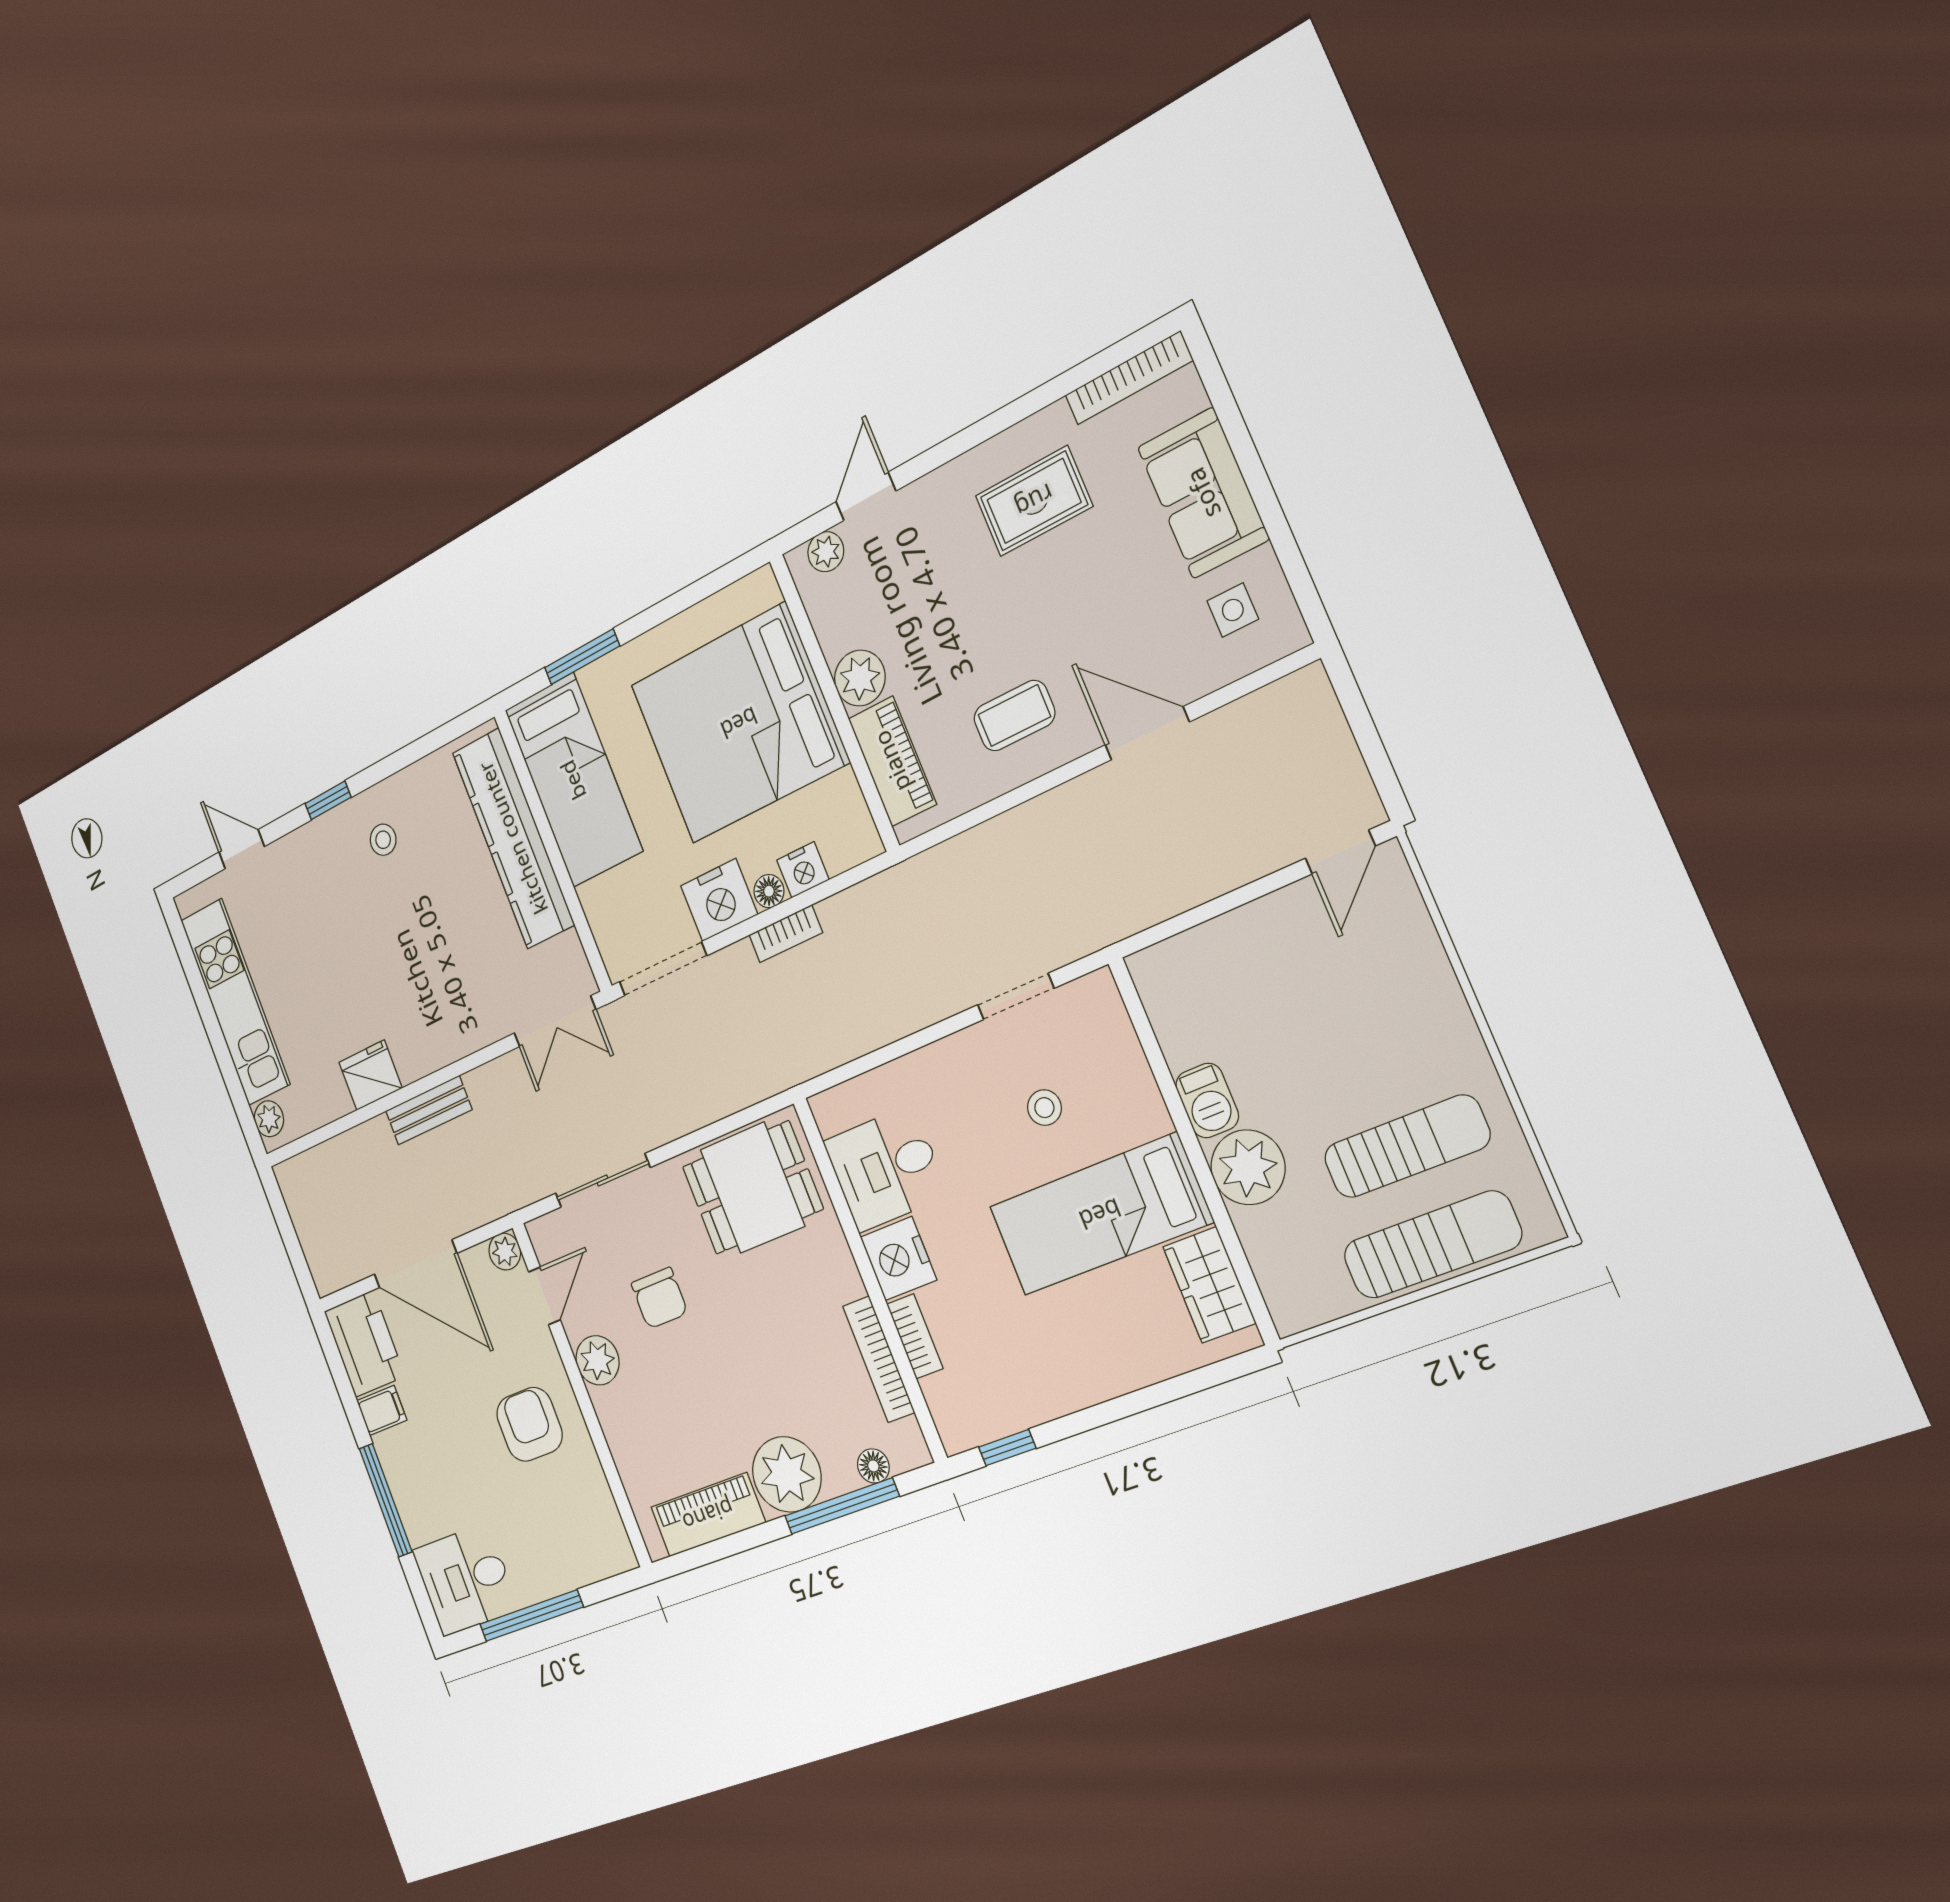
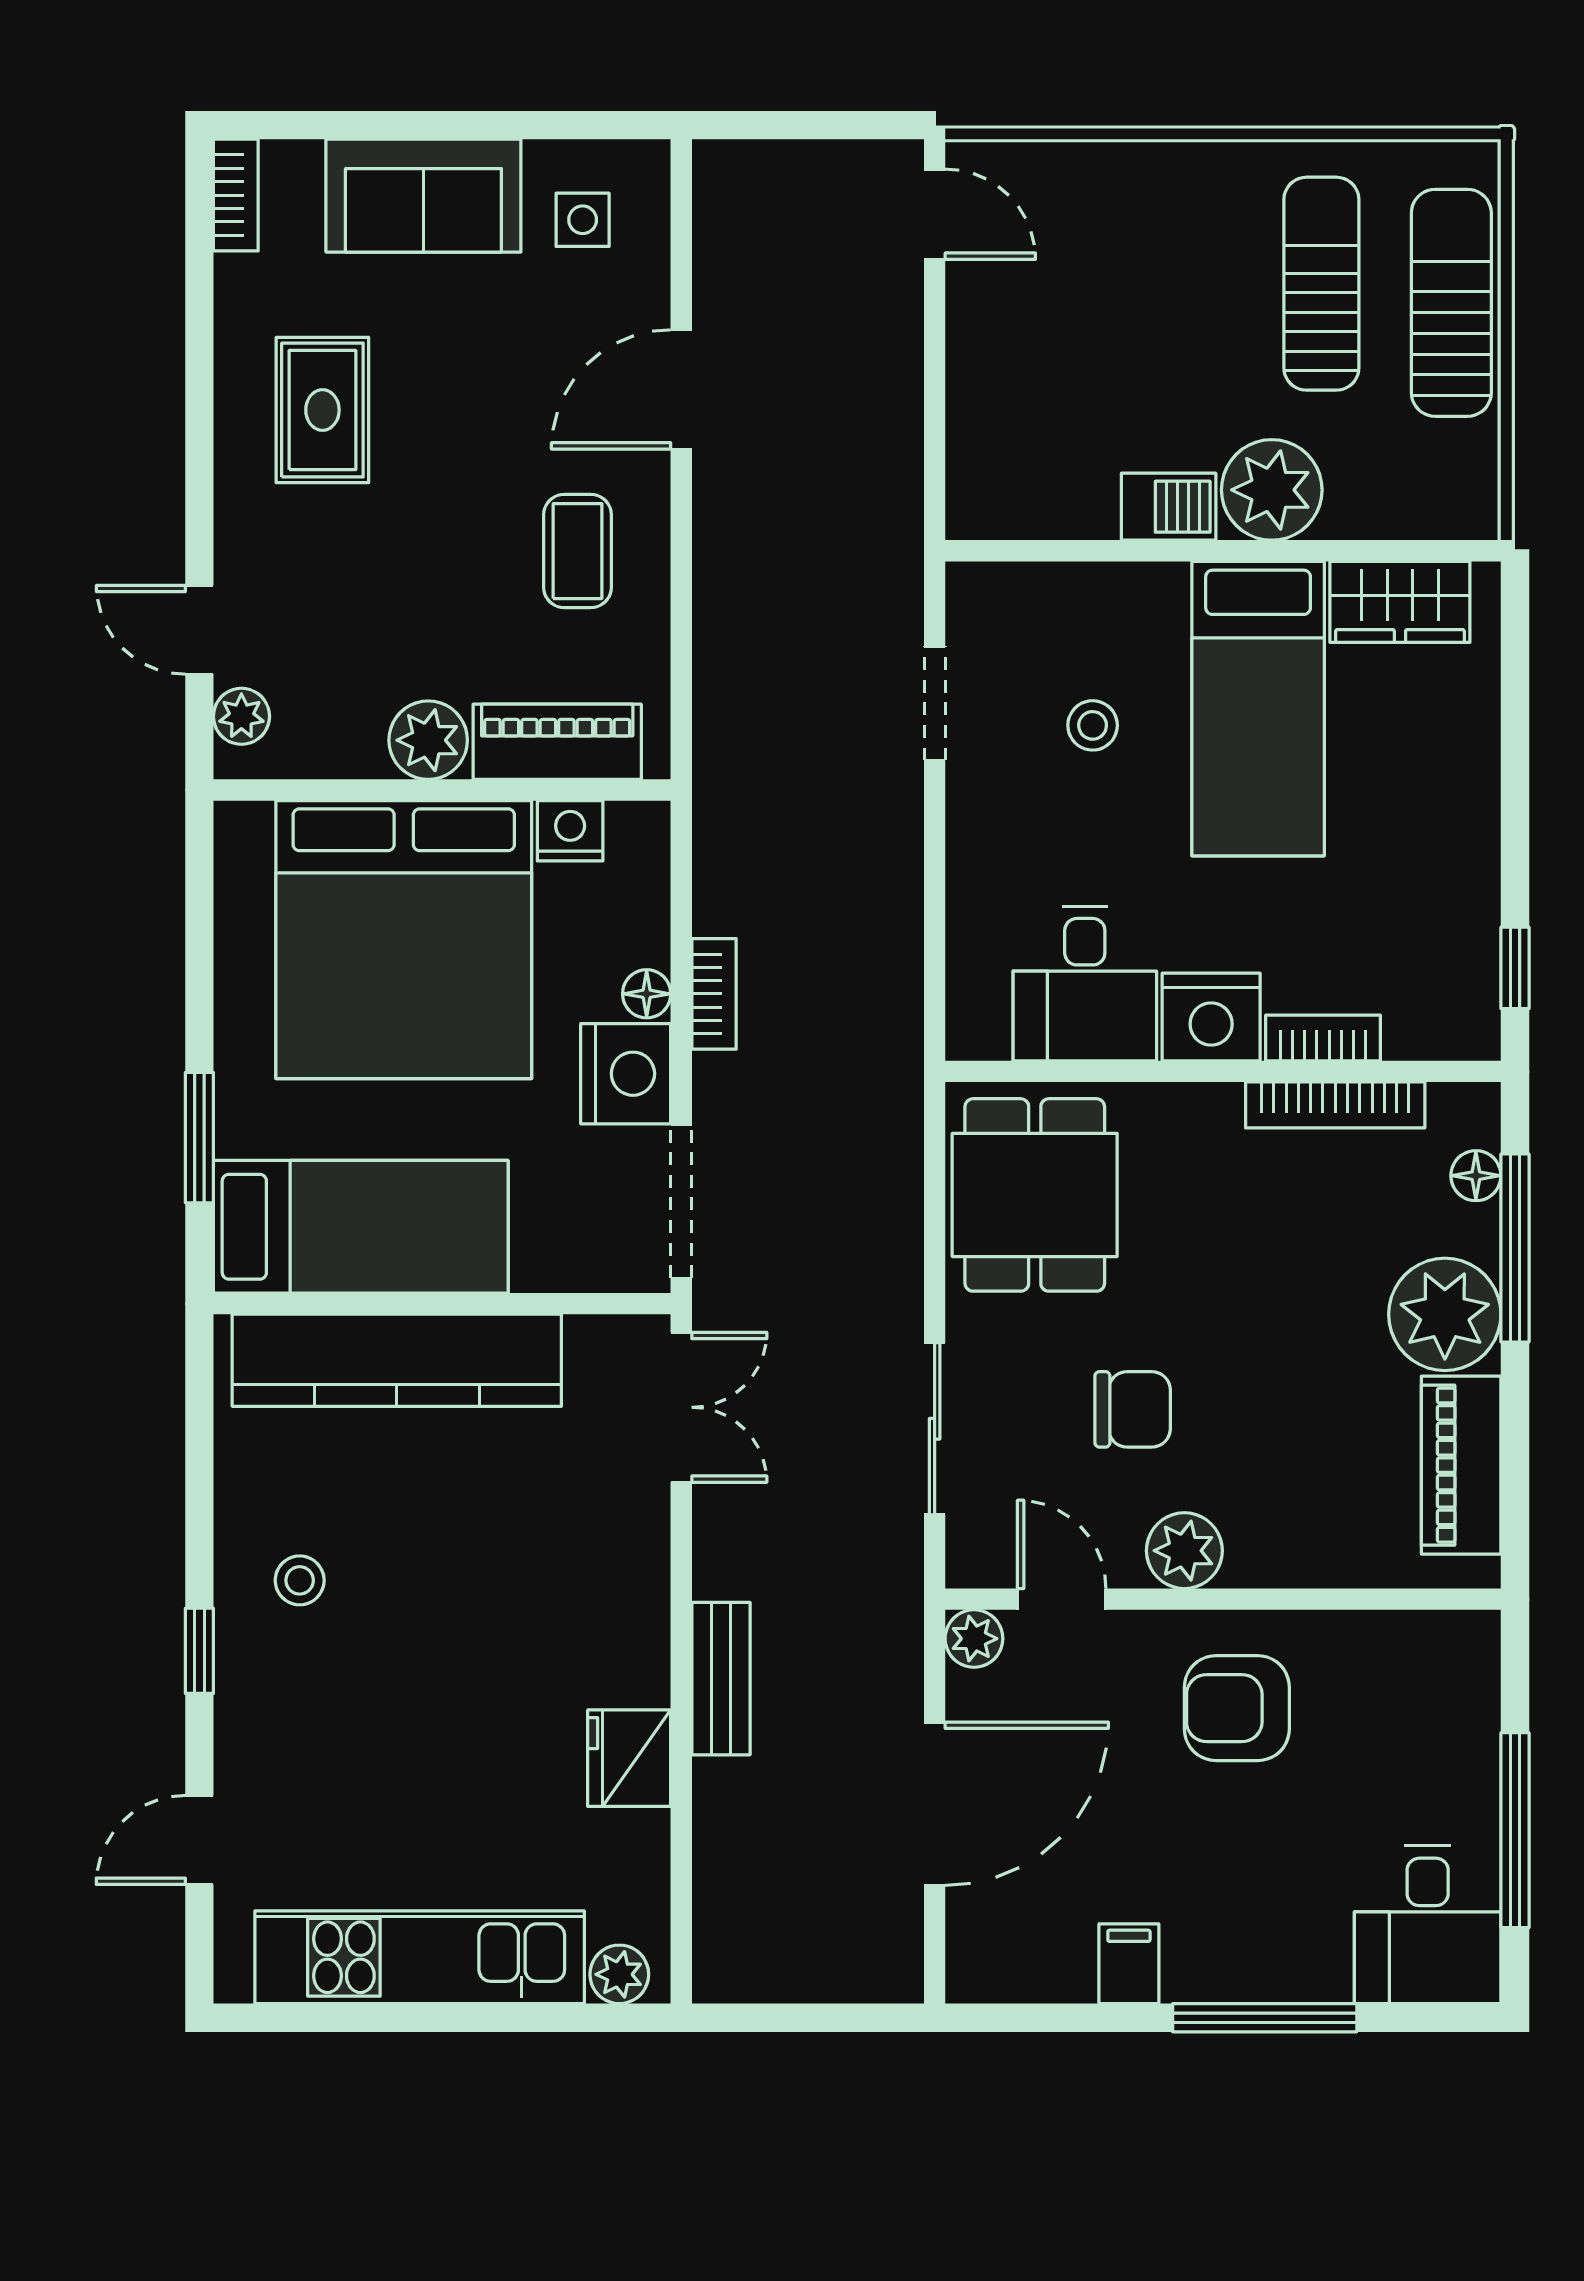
bookcase: (1129, 378) -> (236, 195), width x0.64
nightstand: (803, 870) -> (570, 831), moved, turned -90
printer: (364, 1344) -> (1019, 1950), removed

